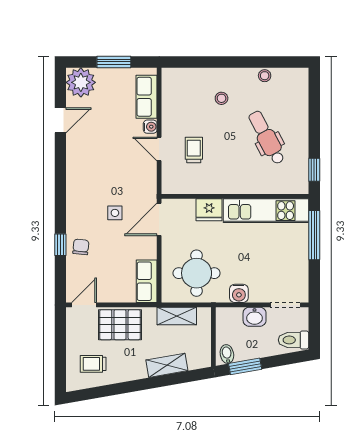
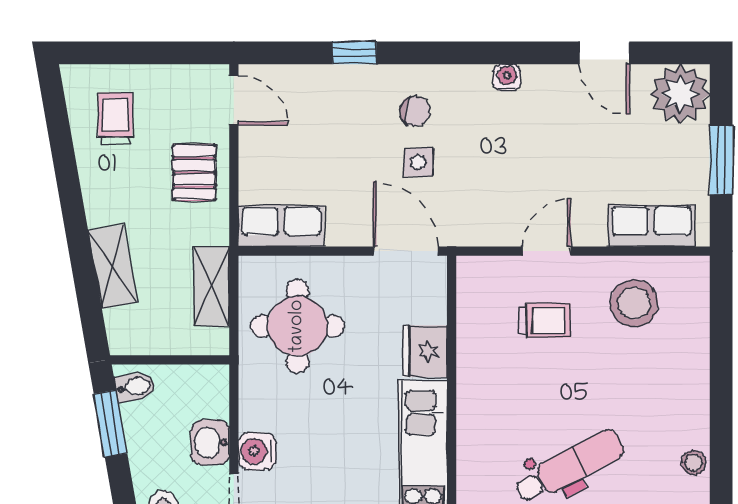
stool: (222, 98) -> (634, 303), moved, width x1.89, depth x1.89
water cooler: (150, 127) -> (507, 78), moved, turned 180
chair: (81, 247) -> (415, 111), moved
water cooler: (239, 293) -> (257, 451), moved
pallet: (120, 325) -> (194, 172), width x0.67, depth x0.71

